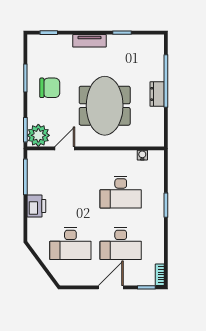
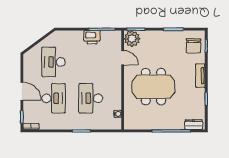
chair: (50, 88) -> (193, 46), moved
dresser: (157, 94) -> (194, 125), moved
printer: (36, 206) -> (92, 37), moved
desk: (121, 244) -> (54, 98), turned 180

